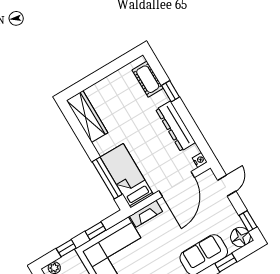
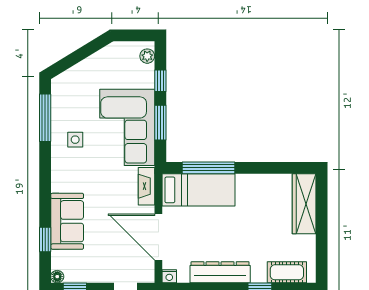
wardrobe: (87, 117) -> (304, 204), moved, turned 90
window: (96, 231) -> (160, 123), width x1.50
floor lamp: (240, 237) -> (57, 277), width x0.53, depth x0.53

